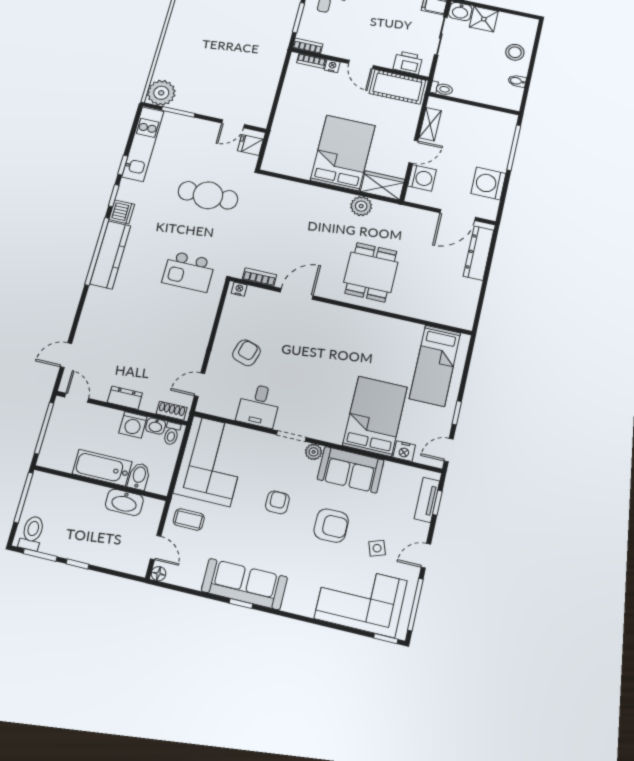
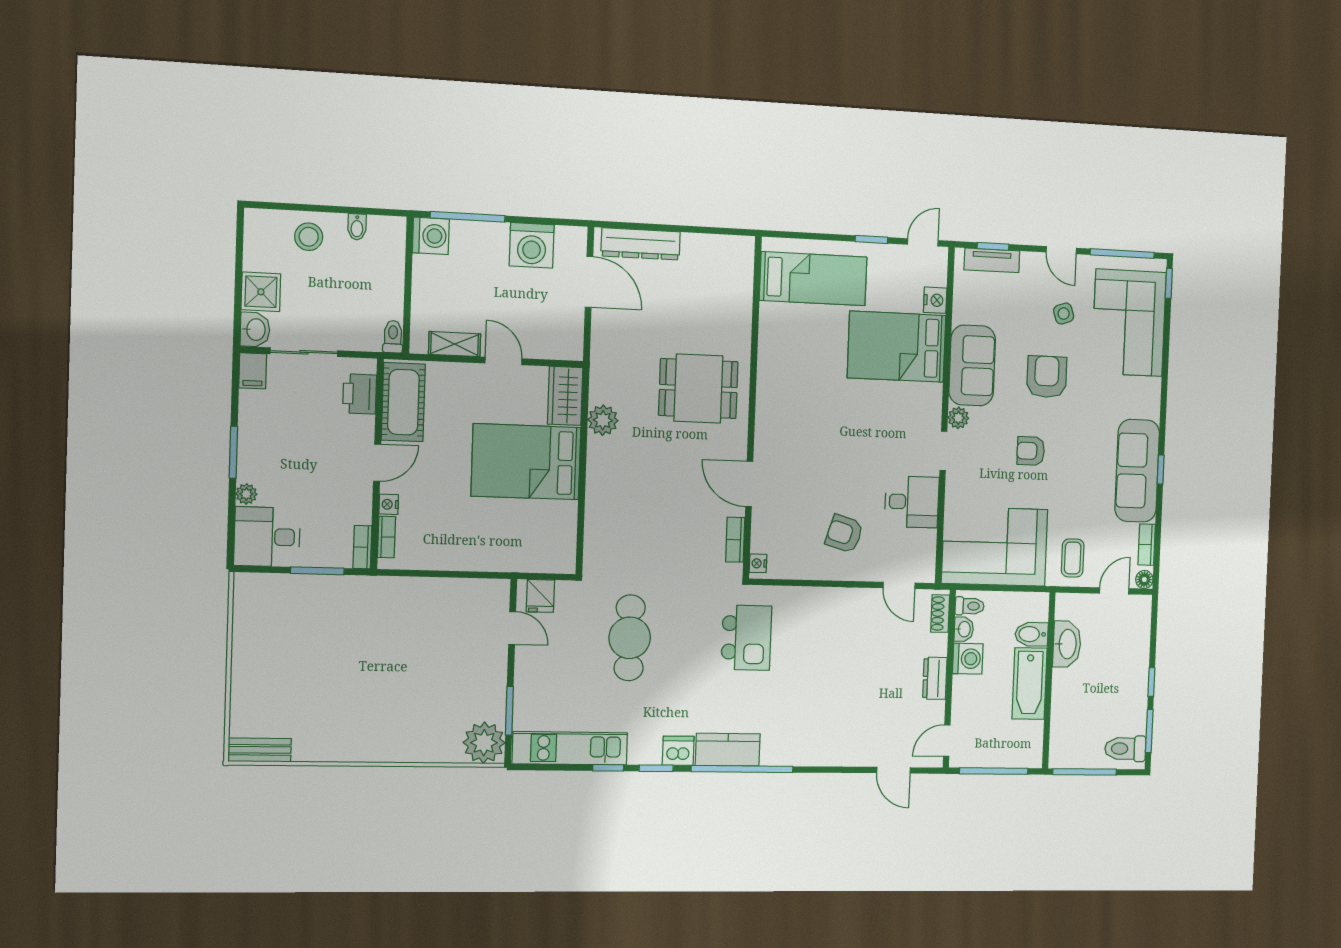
washing machine: (422, 178) -> (431, 236), moved, turned 90
kitchen counter: (110, 255) -> (728, 750), width x0.67
door: (449, 450) -> (923, 242), swing flipped
bookcase: (185, 581) -> (1147, 545), added

